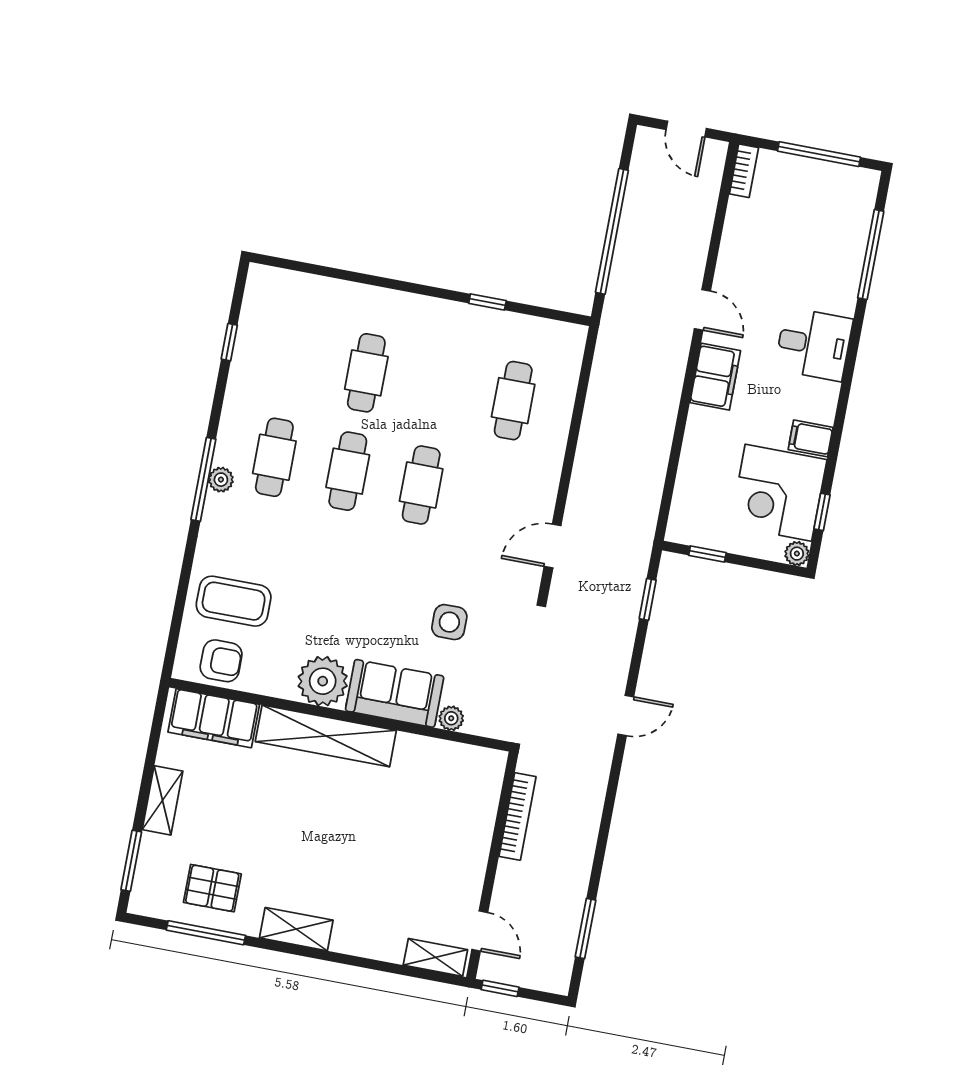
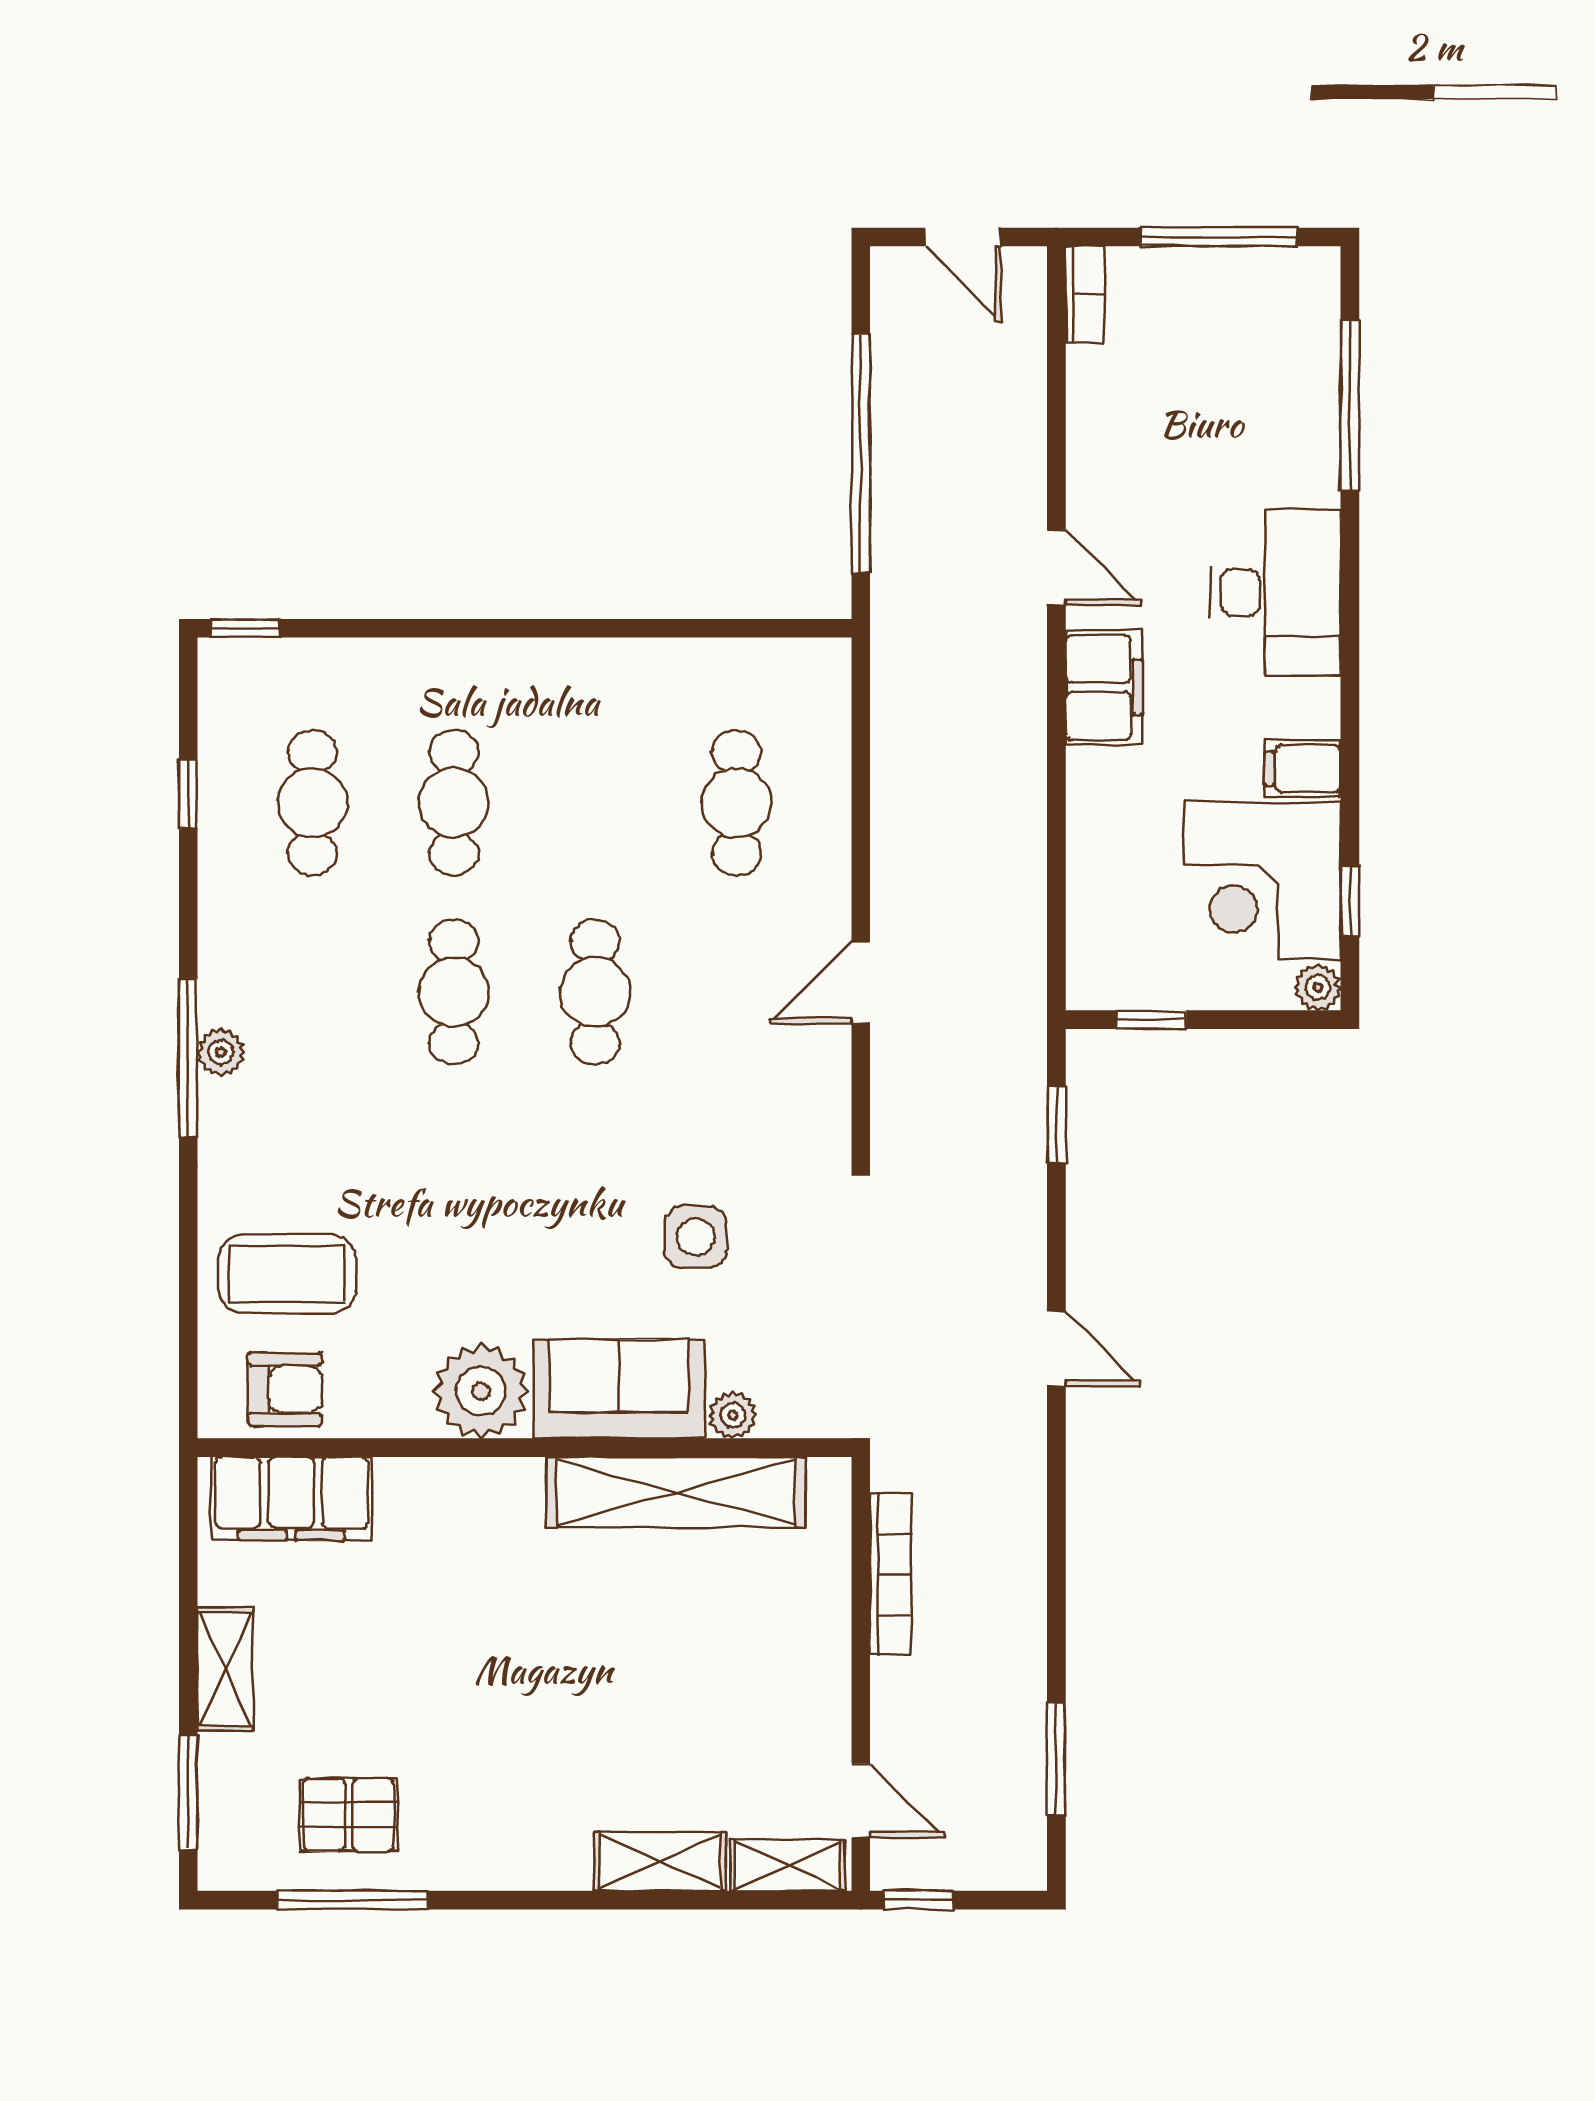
window: (487, 302) -> (245, 628), moved
desk: (814, 344) -> (1275, 592), width x1.37
cafe table: (274, 457) -> (312, 803), moved
door: (553, 546) -> (861, 983), moved
door: (626, 716) -> (1056, 1349), hinge flipped
shelving: (326, 736) -> (676, 1492), moved
shelving: (296, 929) -> (660, 1861), moved

